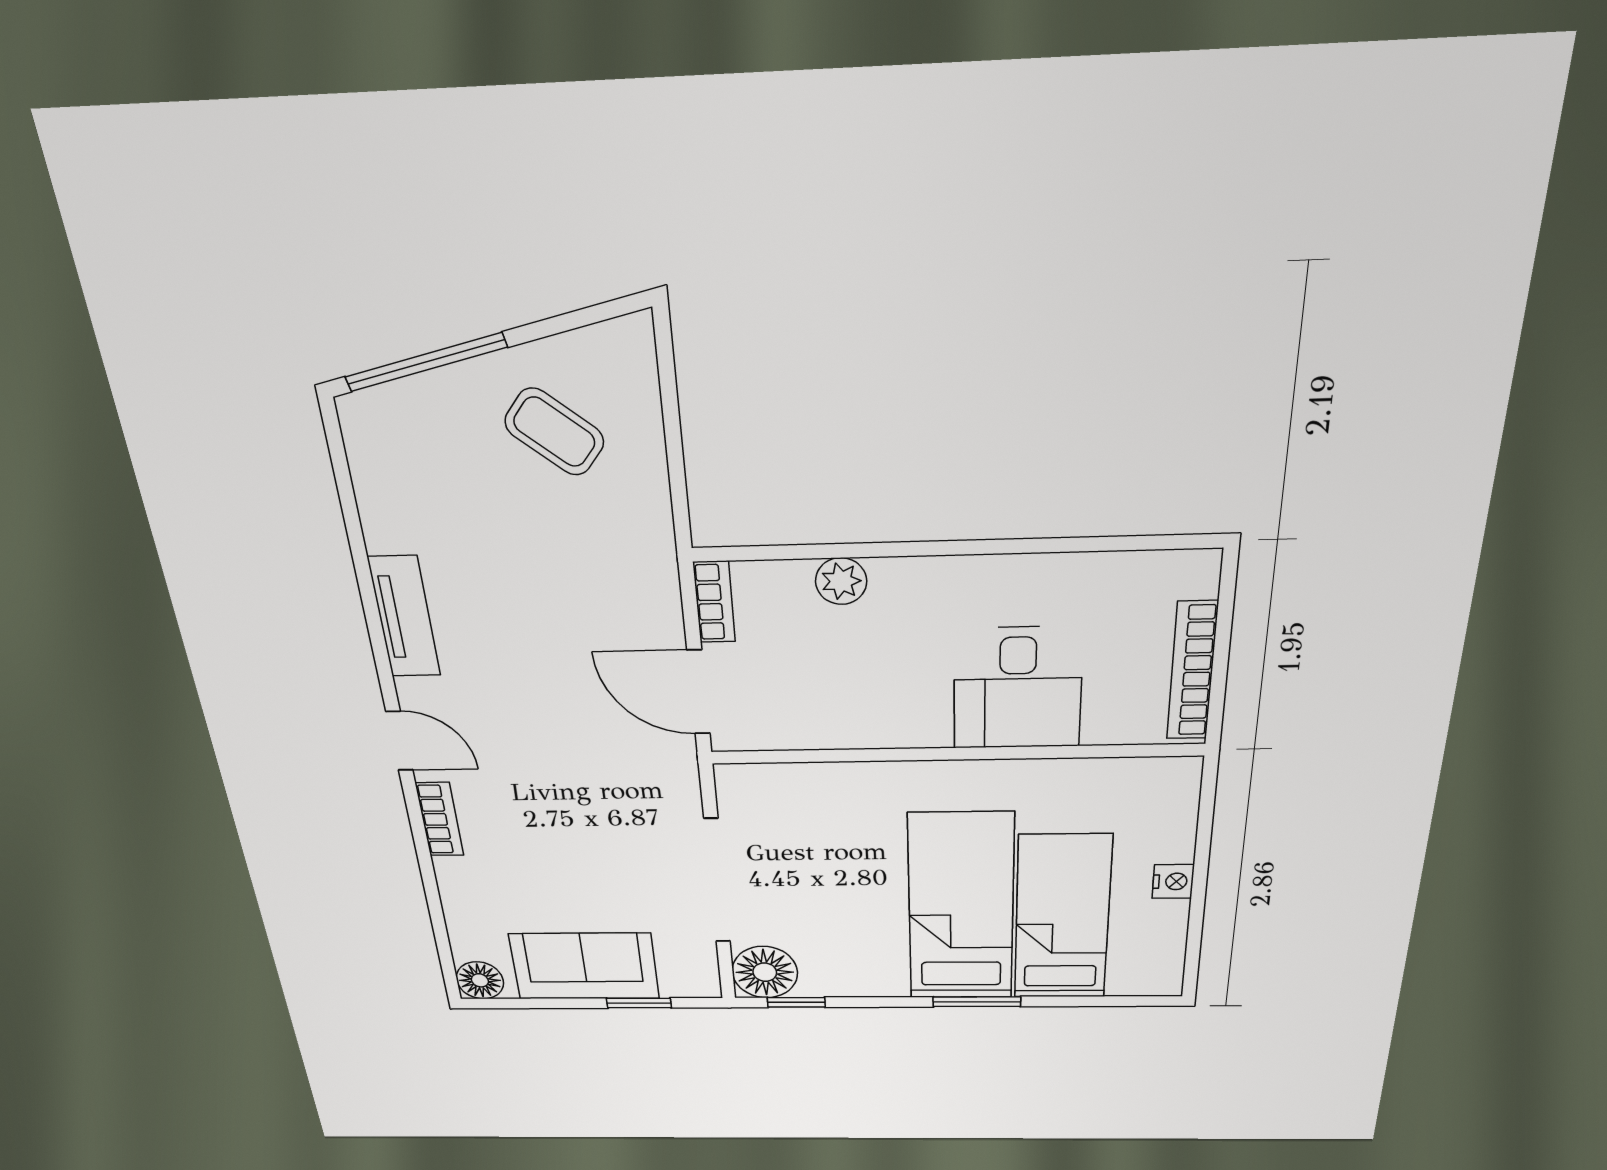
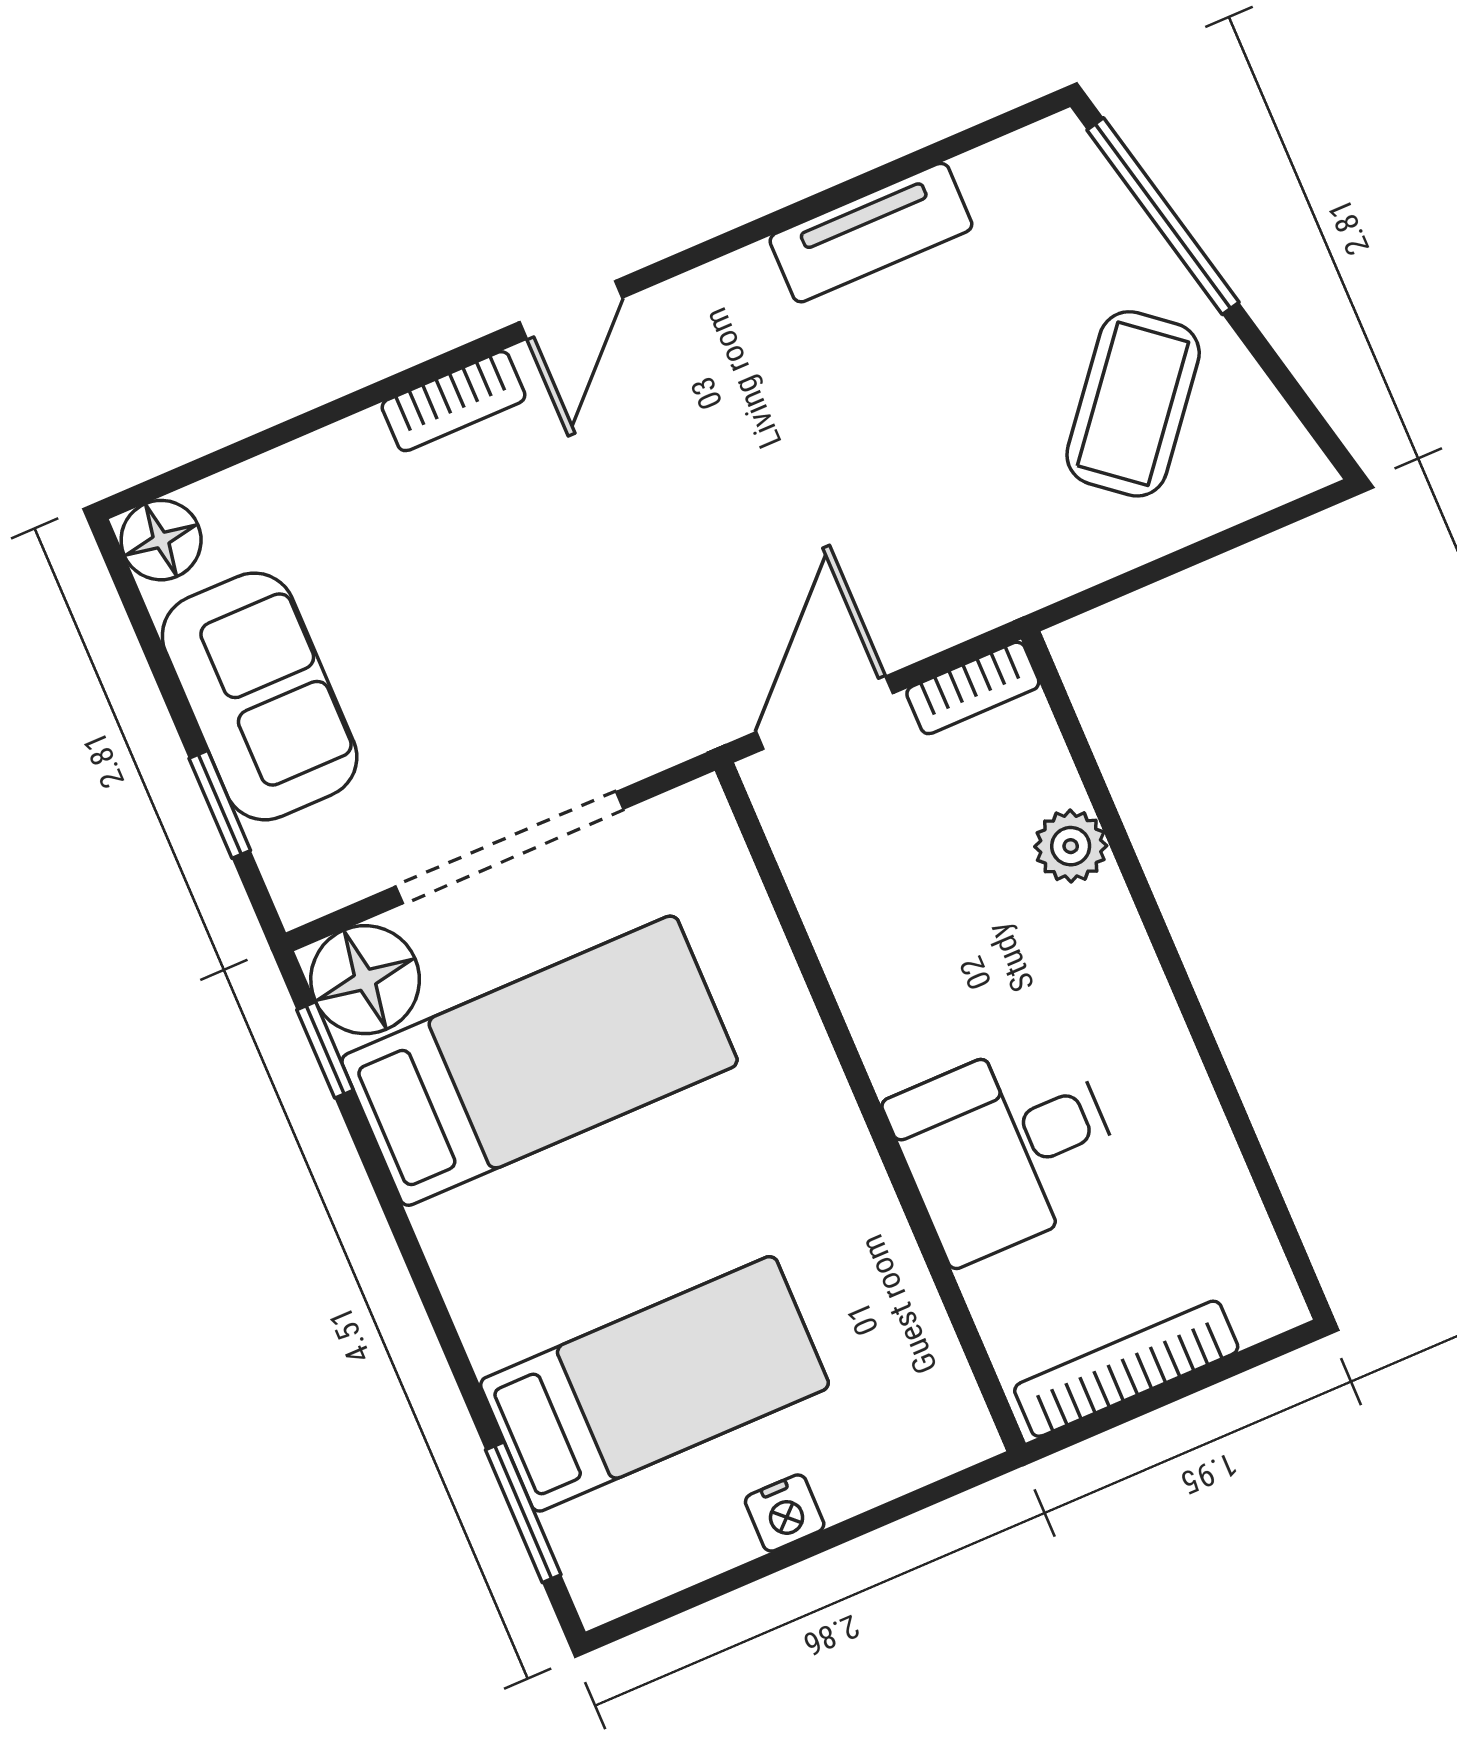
coffee table: (554, 432) -> (1133, 404), width x1.36, depth x1.30
tv unit: (404, 617) -> (871, 233), moved
bed: (961, 908) -> (539, 1061), moved
window: (977, 1002) -> (523, 1512), moved

